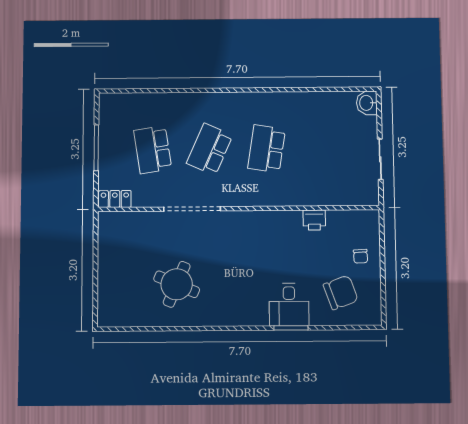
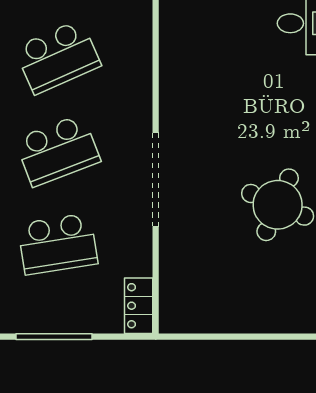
school desk: (210, 149) -> (58, 150), turned -45
school desk: (267, 149) -> (58, 57), turned -33

